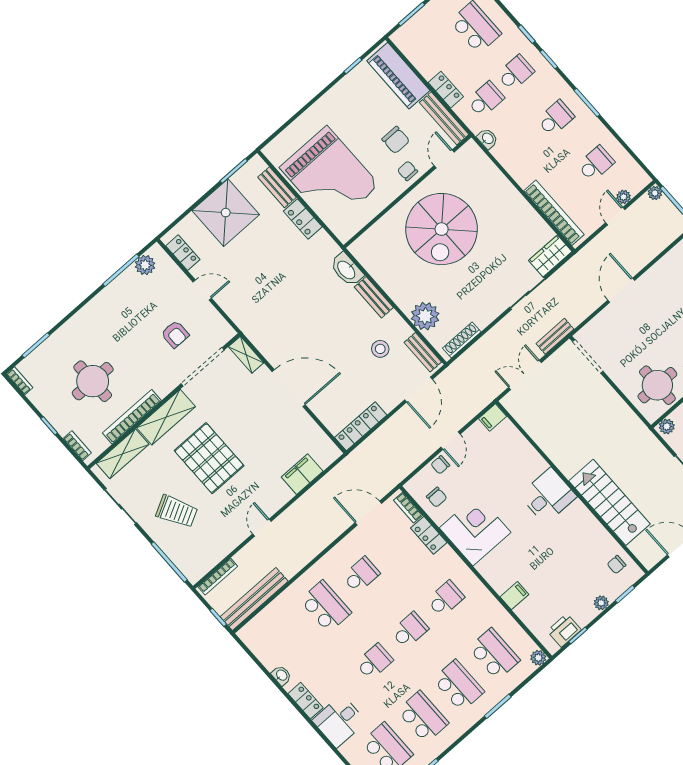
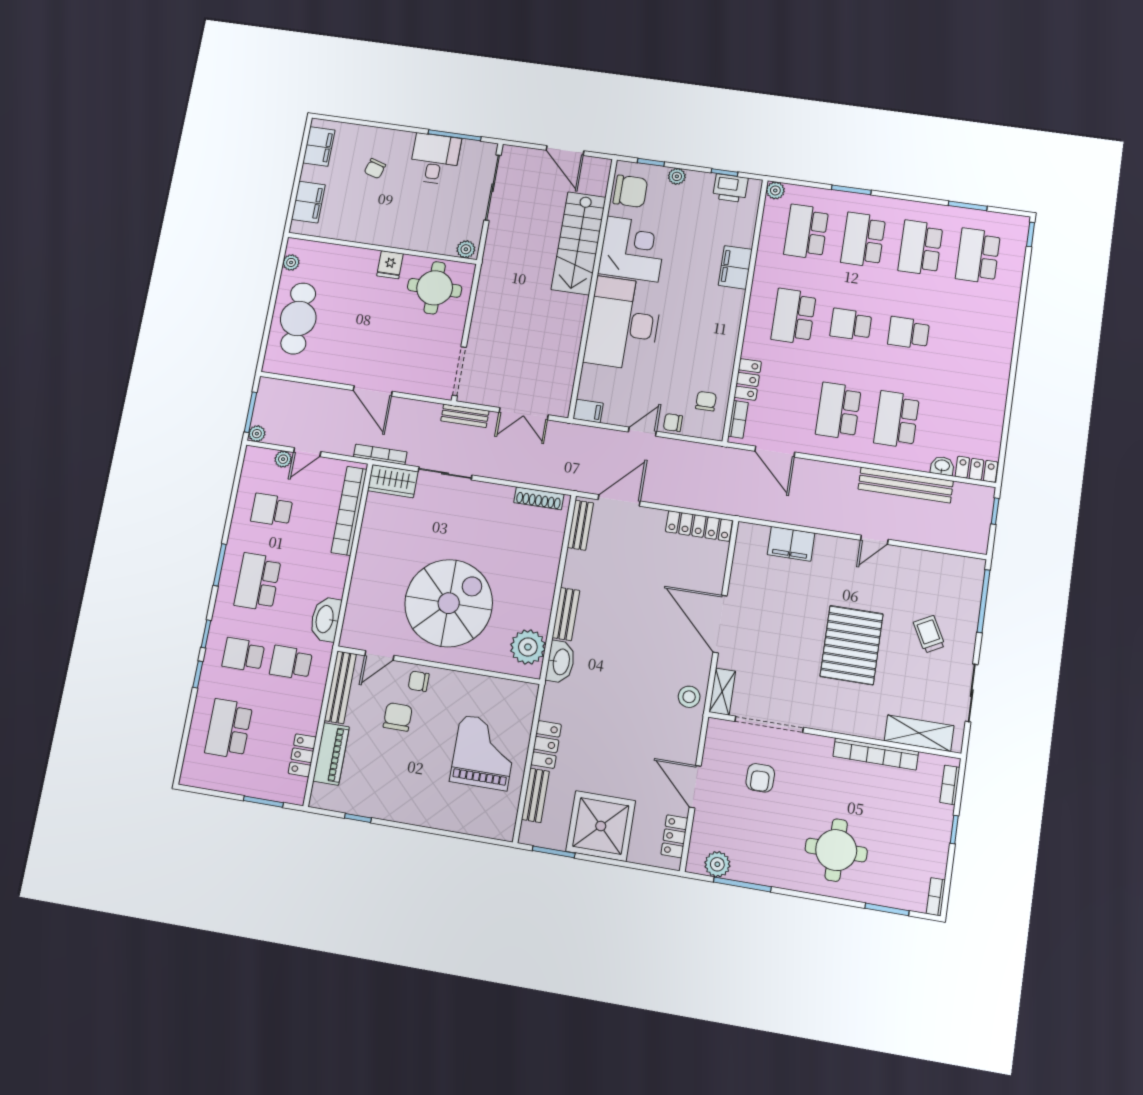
piano: (398, 76) -> (331, 754), width x0.73, depth x0.75
locker: (446, 90) -> (302, 755), moved
school desk: (556, 118) -> (258, 582), width x1.85
washbasin: (488, 139) -> (325, 619), width x1.91, depth x1.45
chair: (408, 171) -> (419, 681), turned 90
grand piano: (329, 176) -> (484, 753), width x0.73, depth x0.68
door: (202, 290) -> (695, 787), width x1.37
door: (621, 290) -> (373, 391), hinge flipped
plant: (425, 316) -> (528, 647), moved
armchair: (175, 334) -> (760, 778), turned 180
stool: (380, 349) -> (689, 697), moved
round table: (93, 381) -> (836, 850), moved
shelving: (166, 417) -> (848, 720), removed
chair: (440, 465) -> (673, 423), turned 180
desk: (548, 496) -> (623, 324), width x1.87, depth x1.30
trolley: (177, 511) -> (929, 634), width x0.73, depth x0.72
corner desk: (475, 530) -> (632, 249), moved, turned 180
chair: (617, 565) -> (630, 191), width x1.87, depth x1.87
school desk: (361, 575) -> (838, 411), width x1.85
bookcase: (218, 576) -> (380, 454), moved
filing cabinet: (514, 596) -> (735, 267), width x2.00
bench: (254, 599) -> (906, 485), moved
school desk: (445, 599) -> (794, 316), width x1.85
washbasin: (281, 675) -> (942, 466), moved, turned 90
locker: (306, 701) -> (976, 469), moved, turned 90
desk: (339, 721) -> (992, 319), removed

